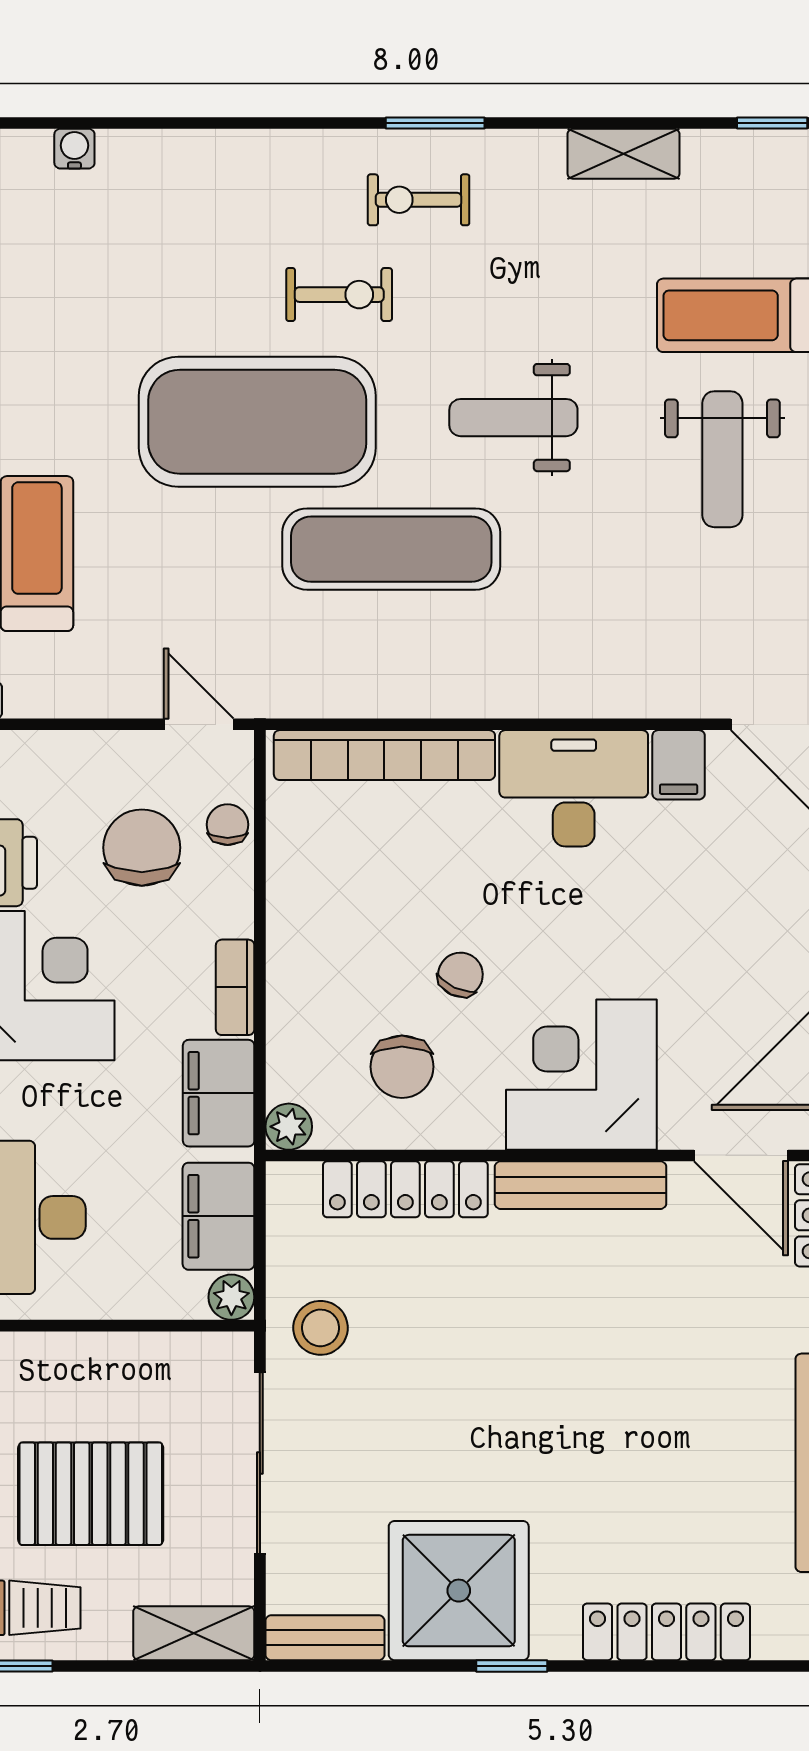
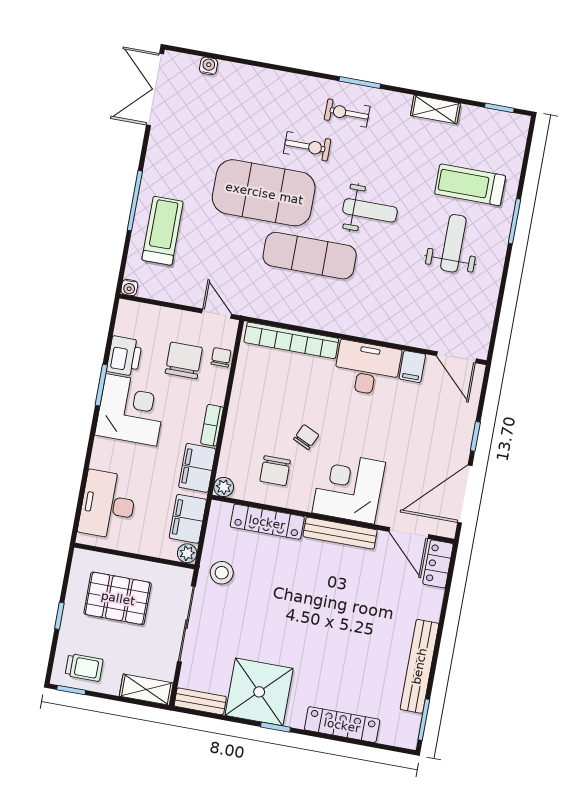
weight bench: (513, 418) -> (370, 210), turned 180
weight bench: (722, 459) -> (453, 243), turned 180
pallet: (91, 1494) -> (118, 598), moved

